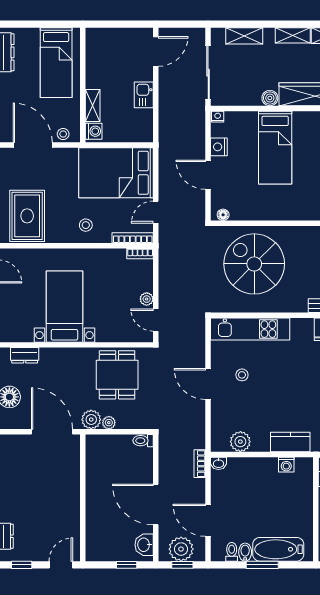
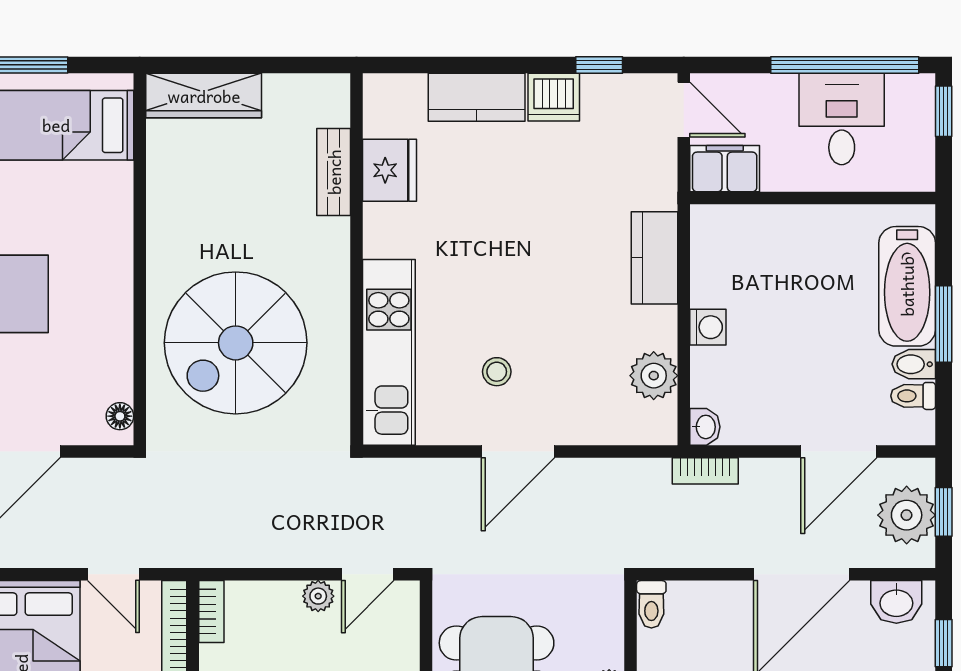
washing machine: (286, 465) -> (708, 327), moved

